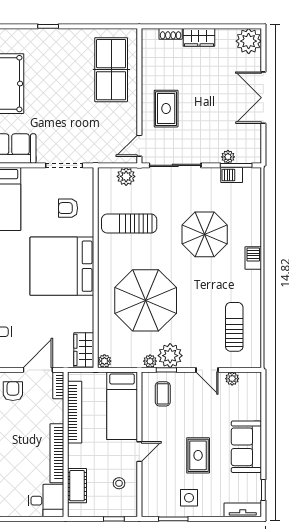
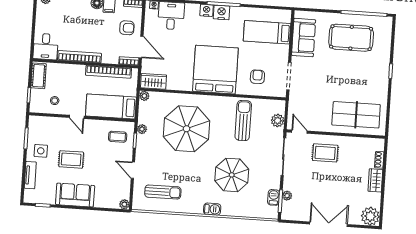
plant: (170, 356) -> (145, 144), removed
door: (207, 370) -> (133, 170), hinge flipped
plant: (232, 379) -> (124, 204), moved
cot: (77, 486) -> (39, 76), moved, turned 90
tv unit: (243, 510) -> (30, 175), moved

